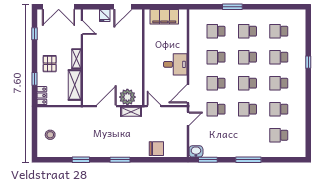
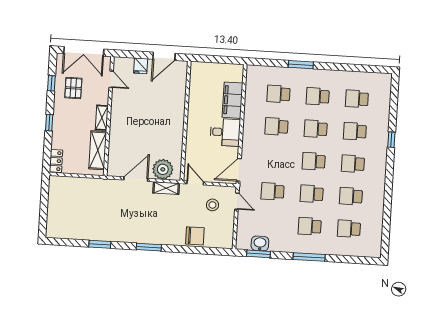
filing cabinet: (164, 17) -> (232, 100), moved, turned 90
pallet: (50, 64) -> (73, 88), moved
window: (34, 79) -> (49, 123), moved
school desk: (216, 83) -> (310, 226), moved
door: (188, 119) -> (237, 201), hinge flipped
stool: (50, 135) -> (212, 205), moved
washbasin: (196, 151) -> (260, 243), moved

